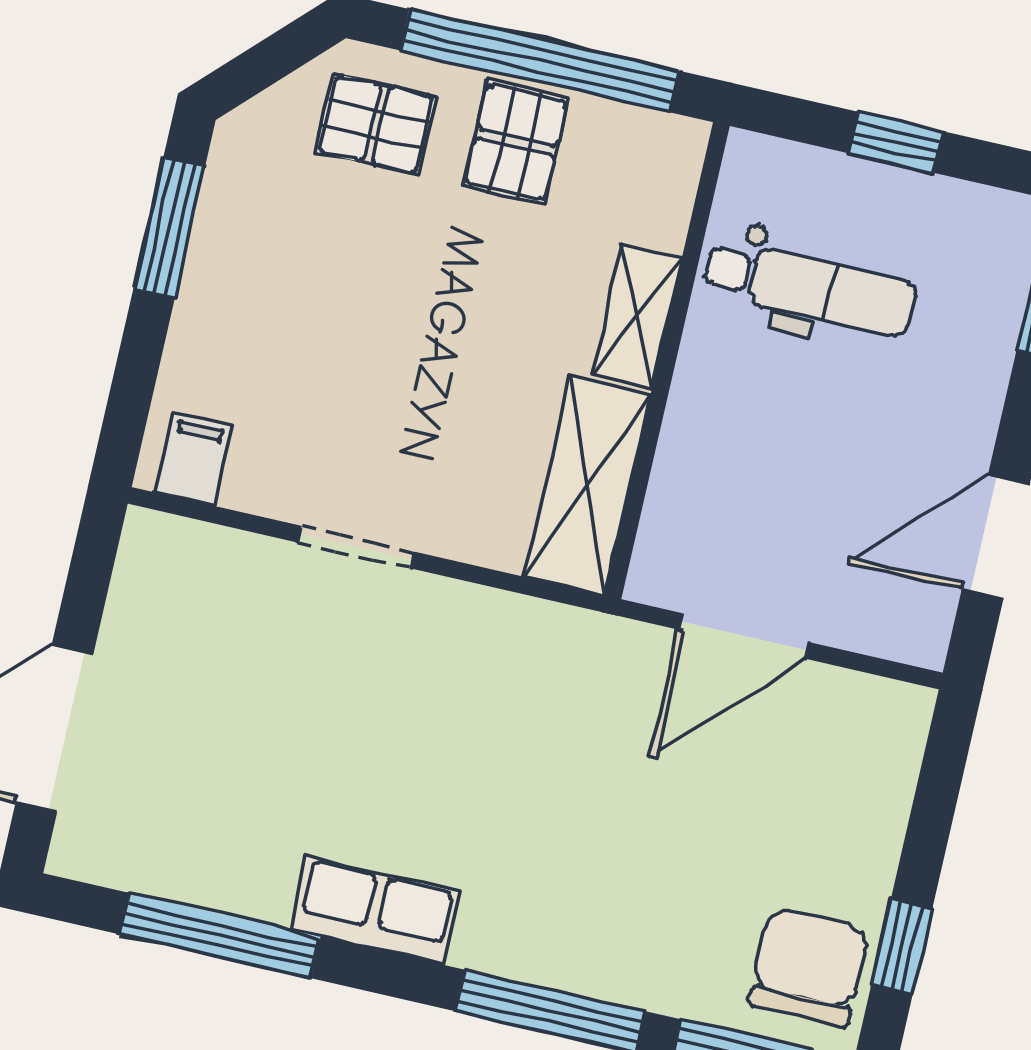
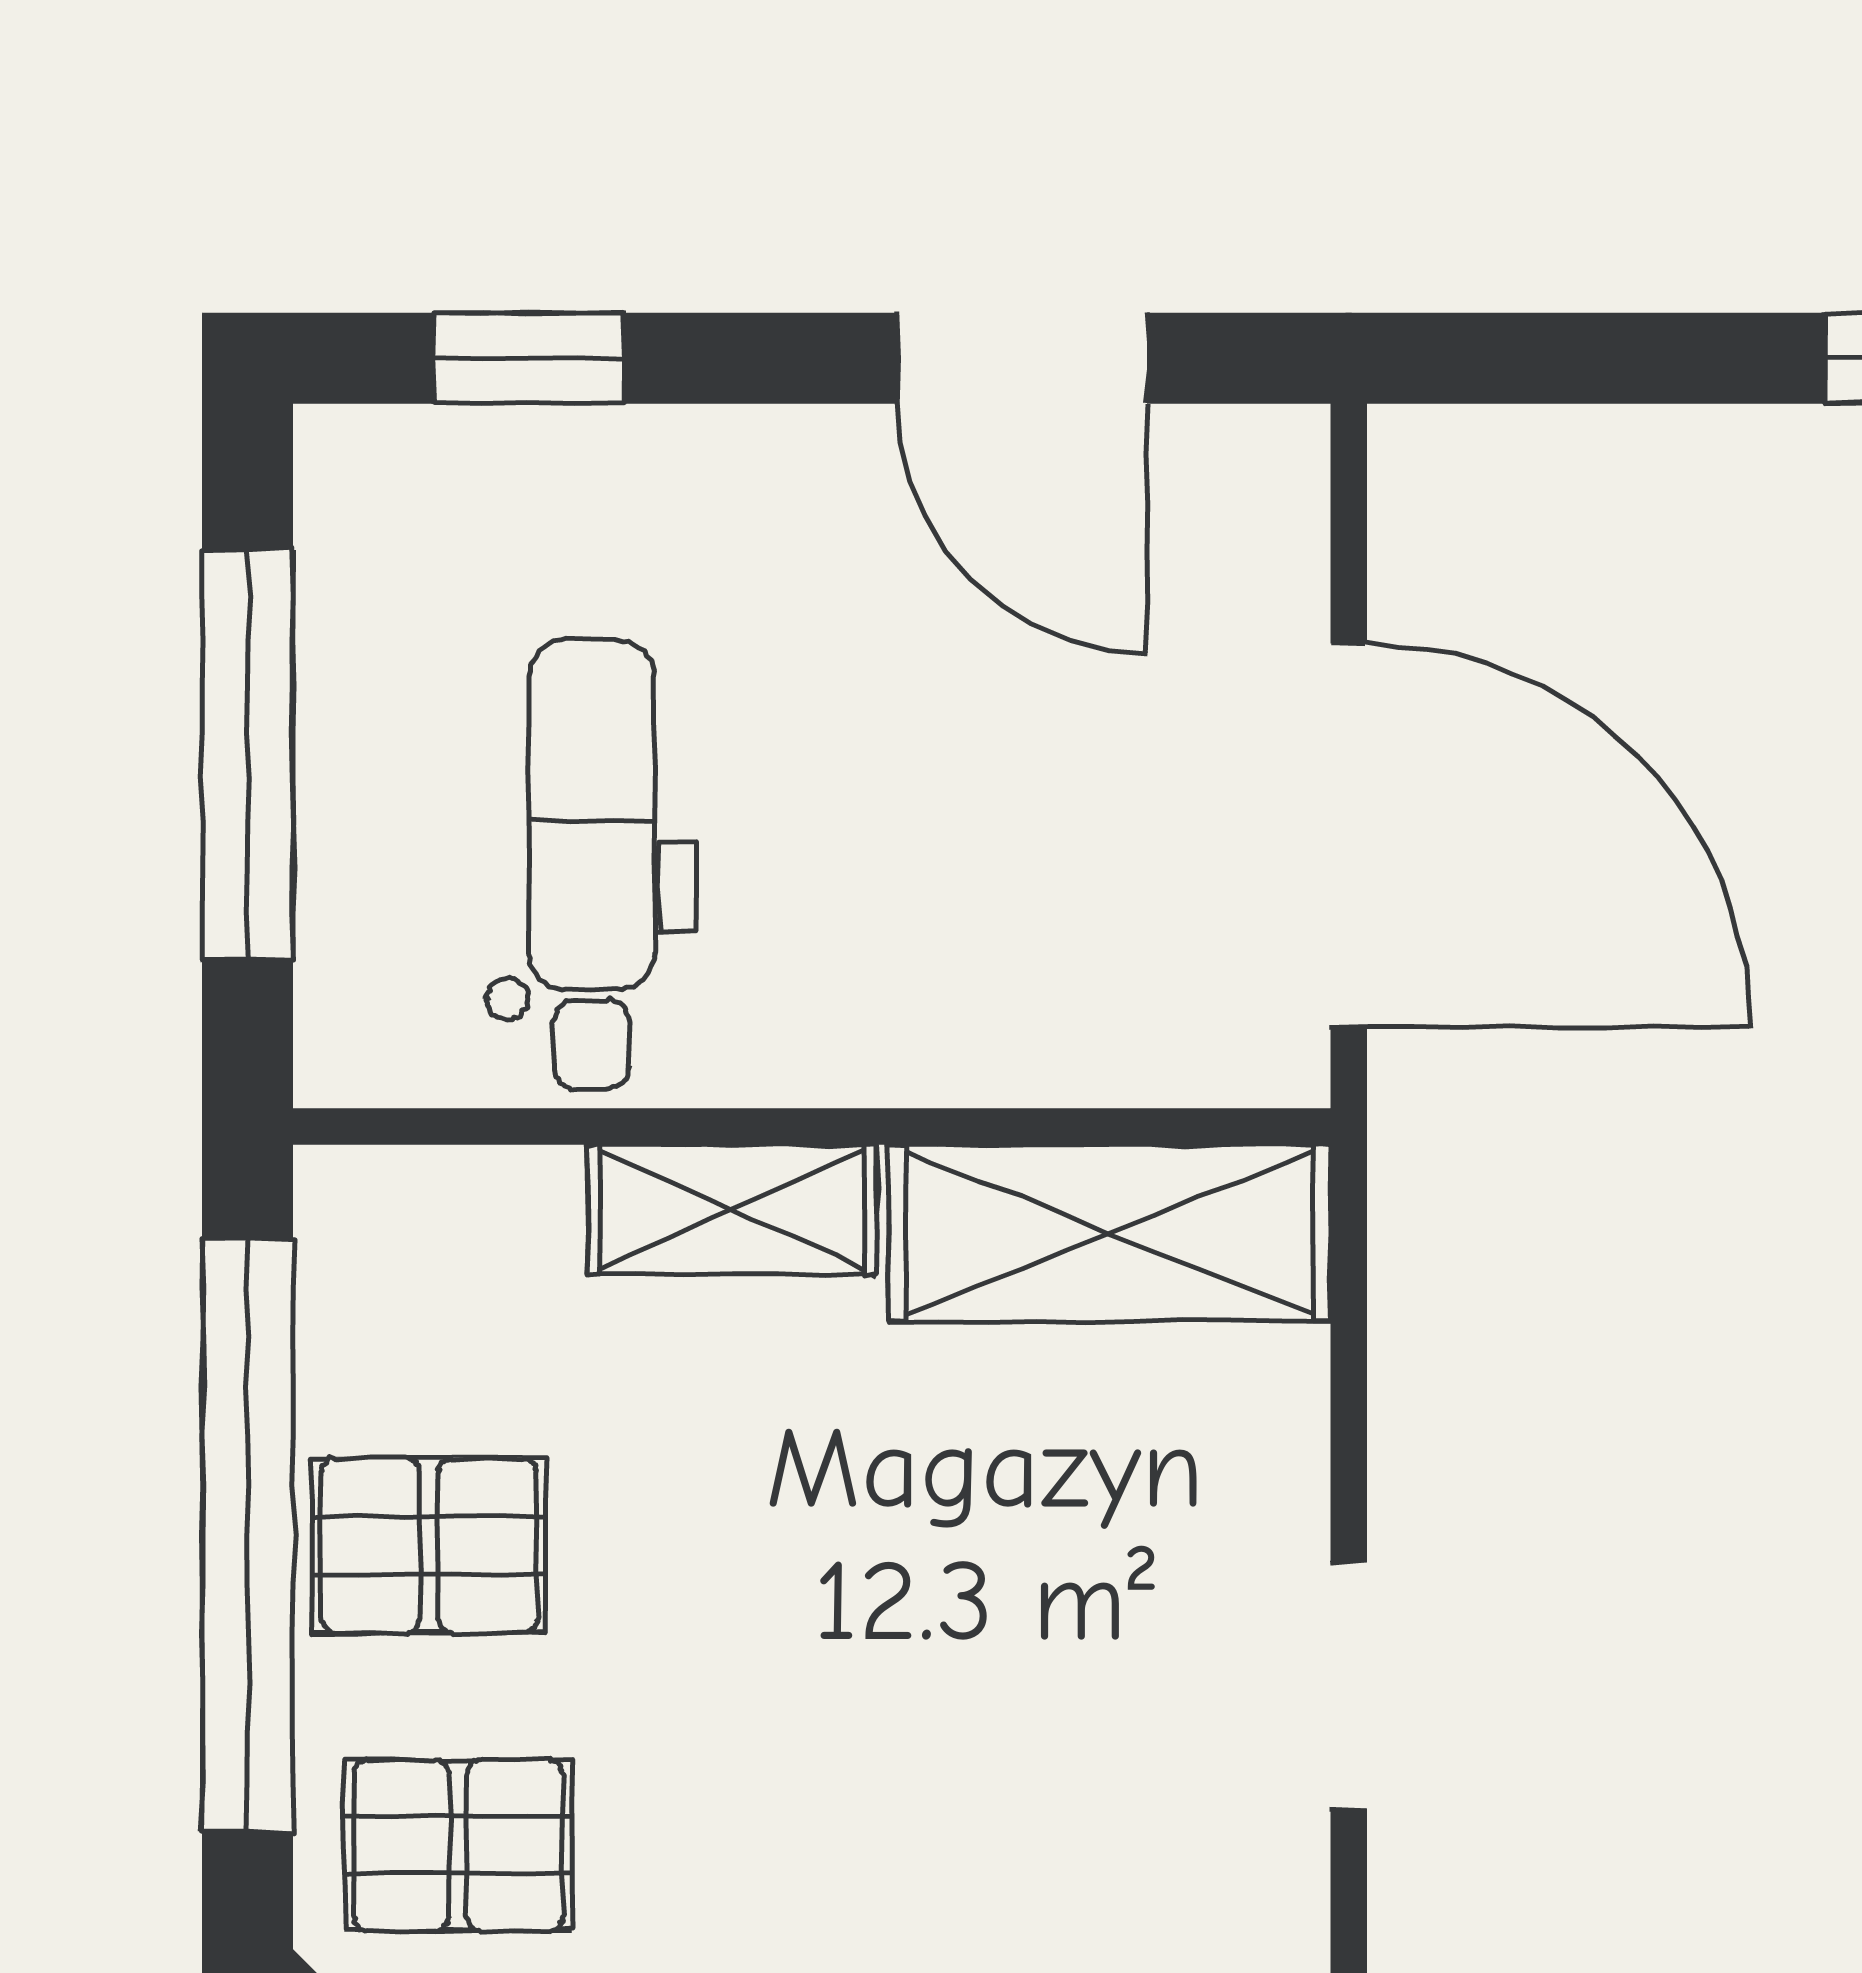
pallet: (376, 124) -> (458, 1845), turned 90
window: (896, 142) -> (248, 754), width x2.17
door: (744, 636) -> (1349, 835), width x1.36

